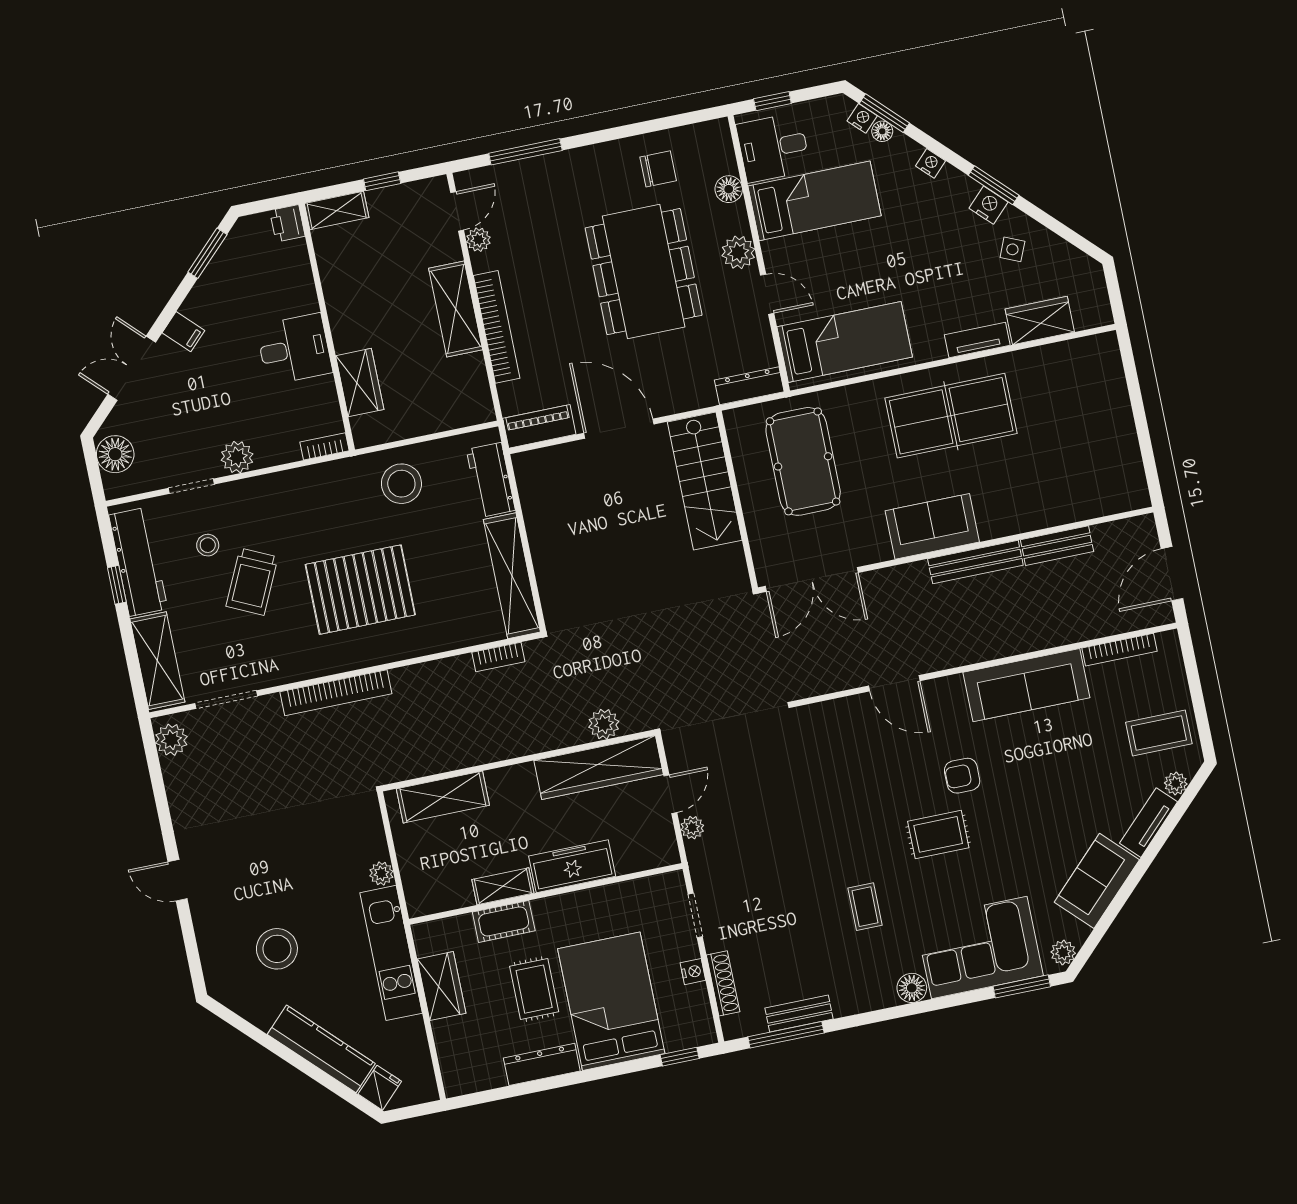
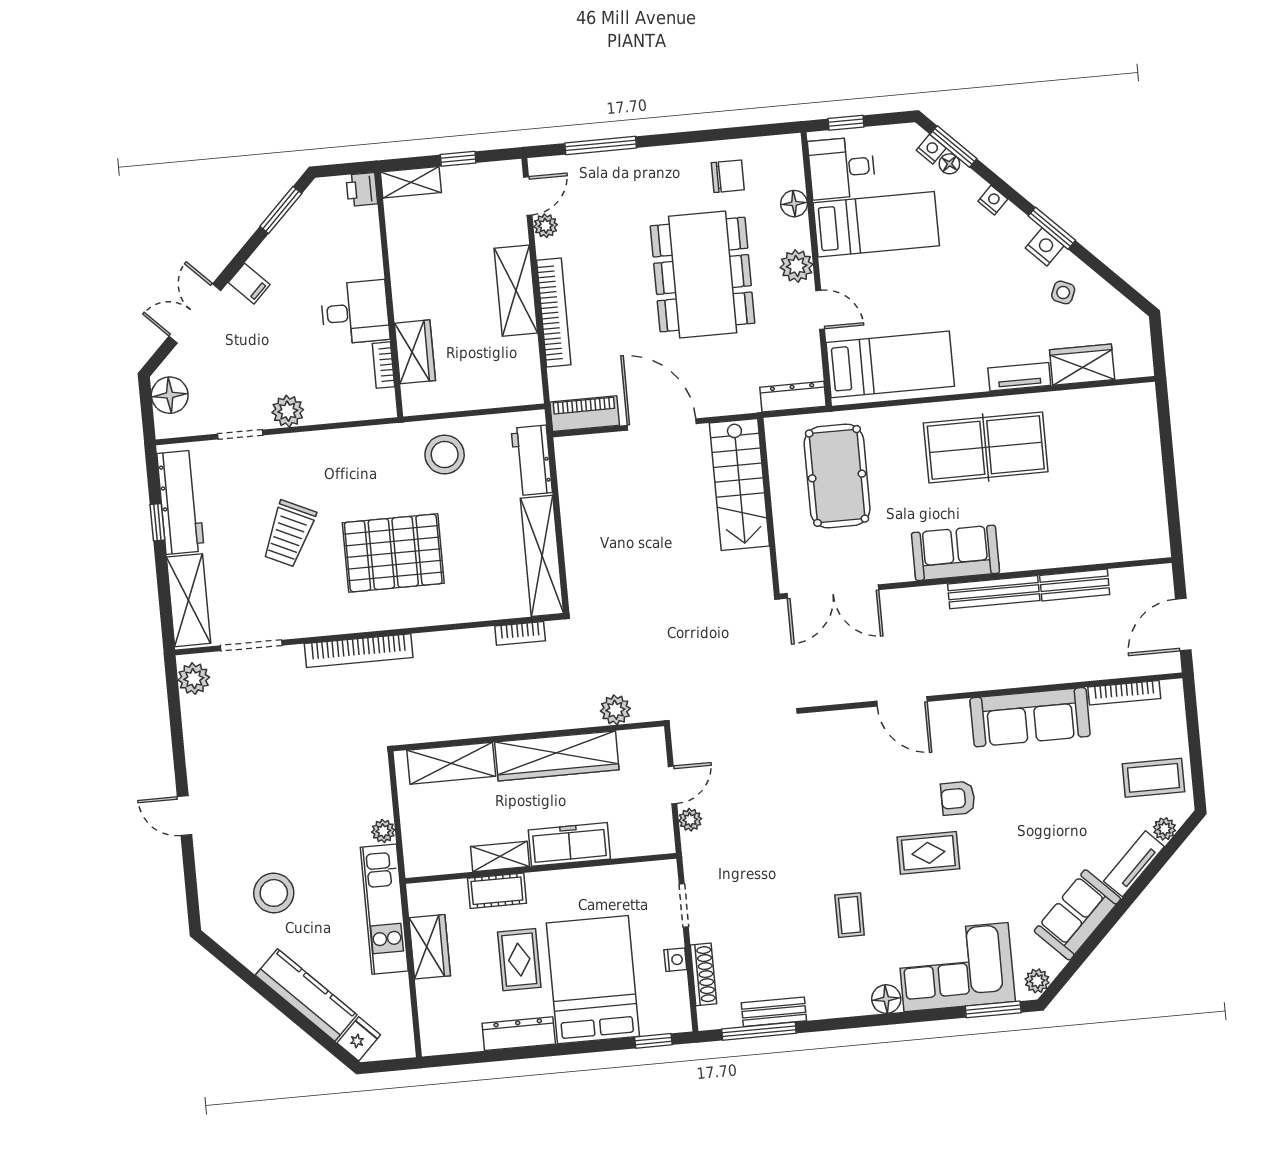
bookcase: (325, 446) -> (383, 365), moved, turned -90
stool: (208, 545) -> (250, 493), removed
wardrobe: (599, 768) -> (557, 756), moved

